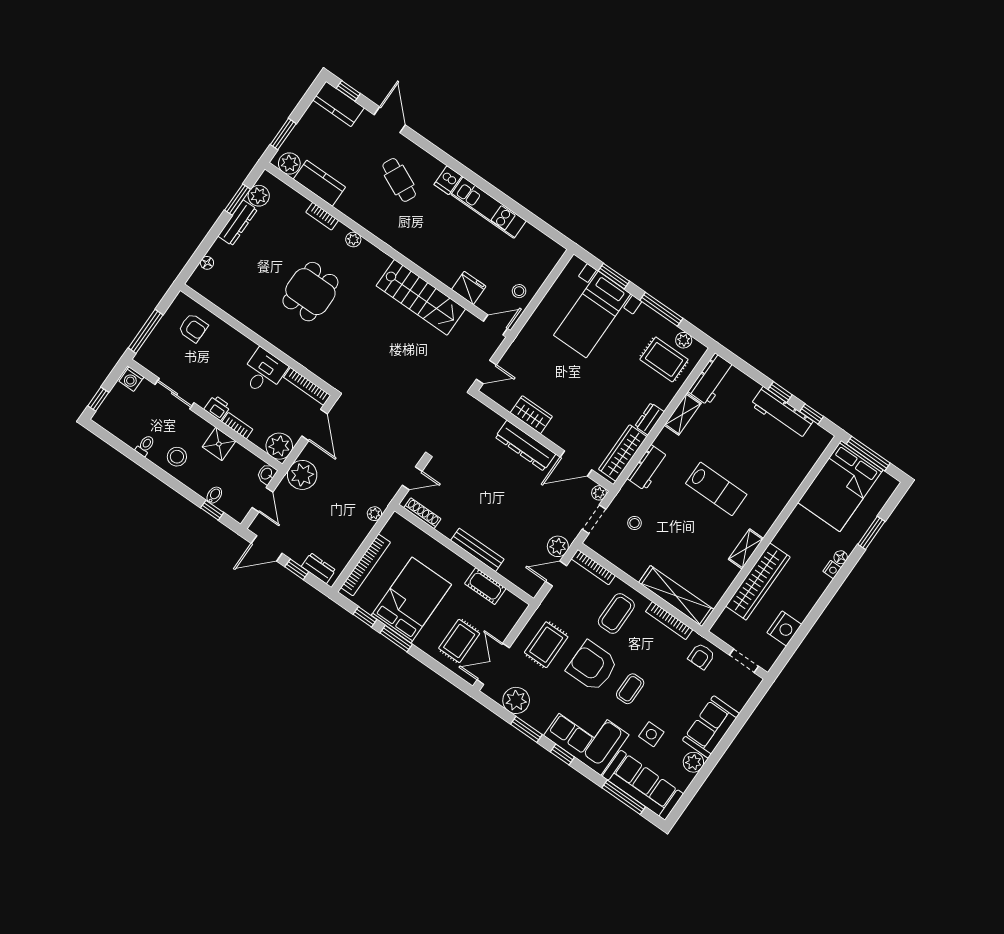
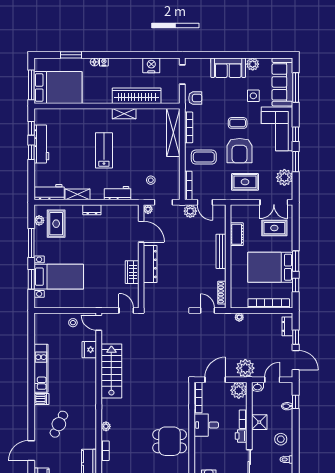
dining table: (310, 292) -> (170, 441), moved
wardrobe: (623, 453) -> (119, 211), removed

